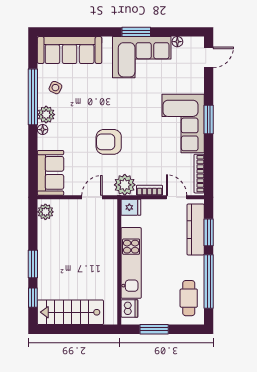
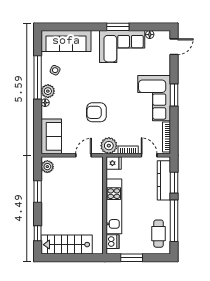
window: (33, 264) -> (38, 192), moved

